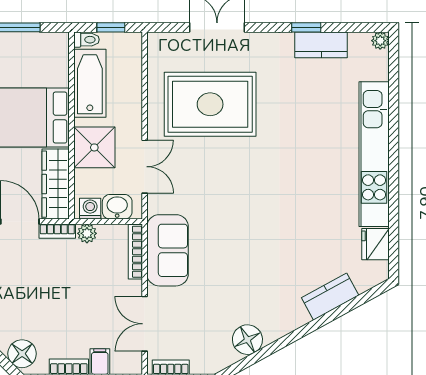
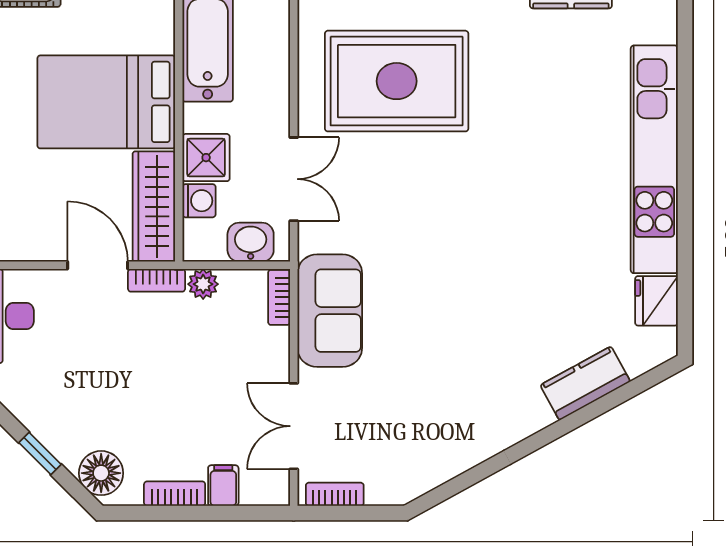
shower: (94, 147) -> (206, 158), width x0.73, depth x0.73
washing machine: (90, 209) -> (199, 201), moved, turned 90
bookcase: (135, 252) -> (279, 297), width x0.64
floor lamp: (247, 340) -> (455, 451), removed

